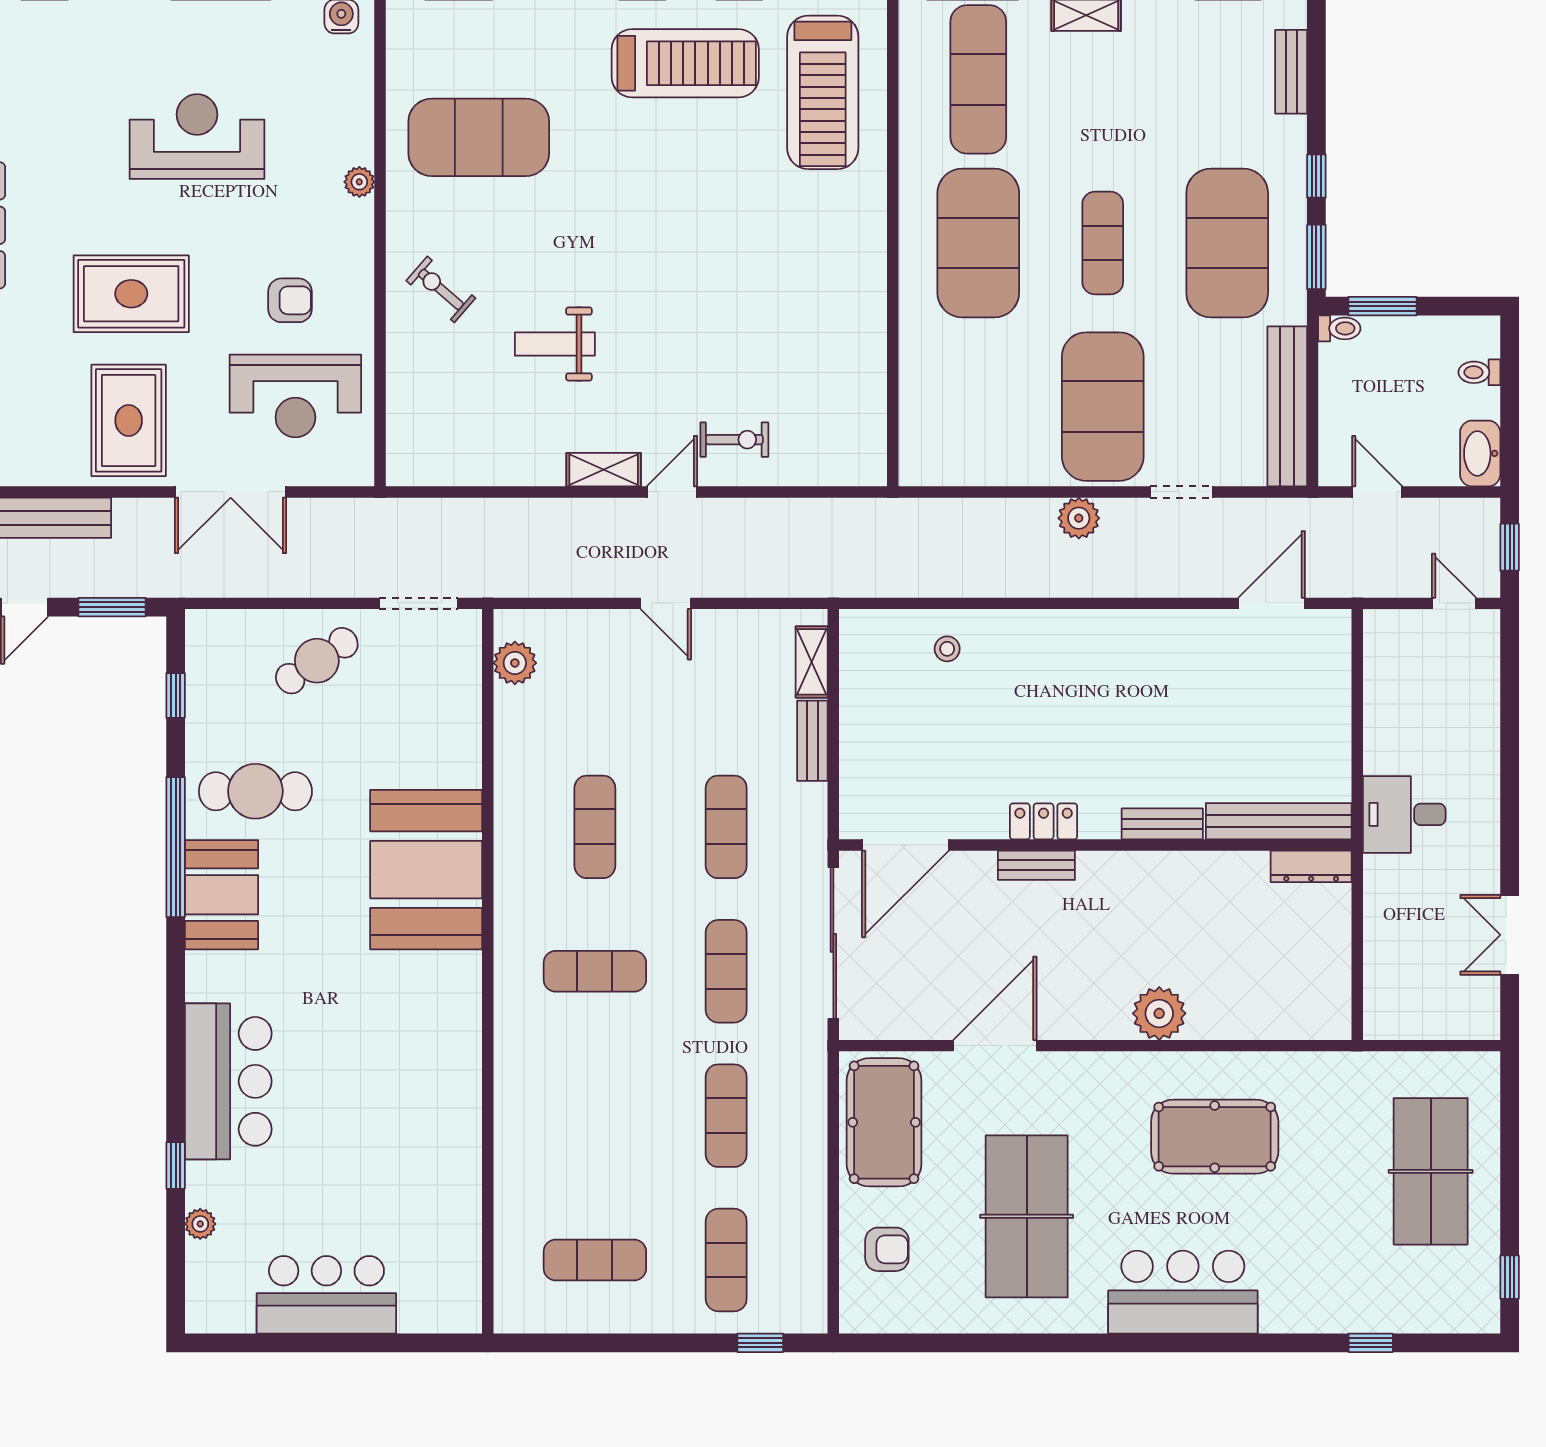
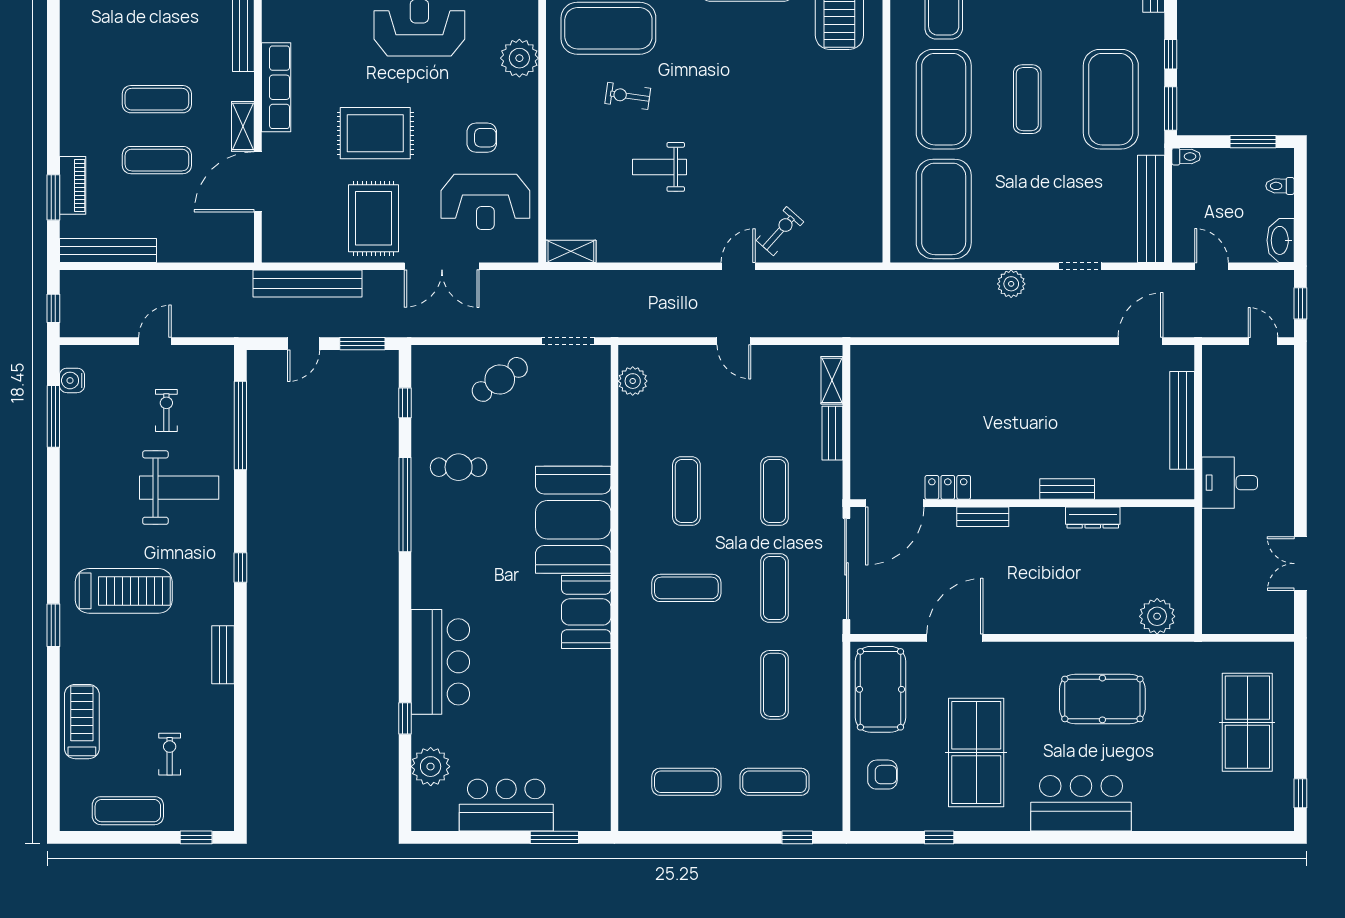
plant: (359, 182) -> (519, 58), width x1.87, depth x1.87
exercise bike: (441, 289) -> (628, 96), moved, turned -33
window: (1382, 306) -> (1253, 142), moved
exercise mat: (1103, 407) -> (944, 209), moved
exercise bike: (734, 440) -> (780, 231), turned -48
shelving: (604, 470) -> (571, 251), moved
stool: (947, 649) -> (923, 372), removed
cafe table: (255, 791) -> (459, 467), width x0.73, depth x0.74
locker: (1044, 821) -> (948, 487), moved
bench: (1279, 821) -> (1182, 420), moved, turned 90
dresser: (1311, 866) -> (1093, 518), moved
booth: (222, 895) -> (586, 612), moved
plant: (1159, 1013) -> (1157, 616), moved
plant: (200, 1224) -> (431, 767), width x1.88, depth x1.88
exercise mat: (726, 1260) -> (775, 782), turned 90
window: (398, 1343) -> (554, 837), added
window: (1371, 1343) -> (939, 837), moved

